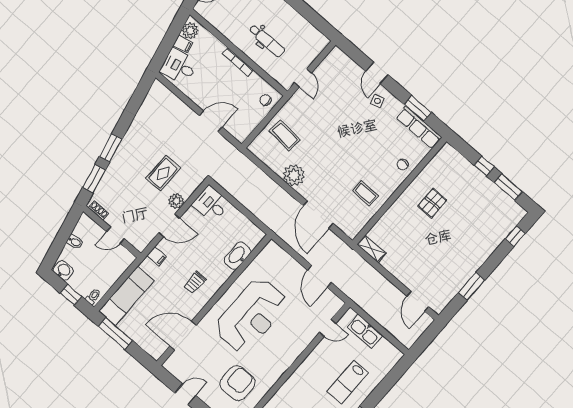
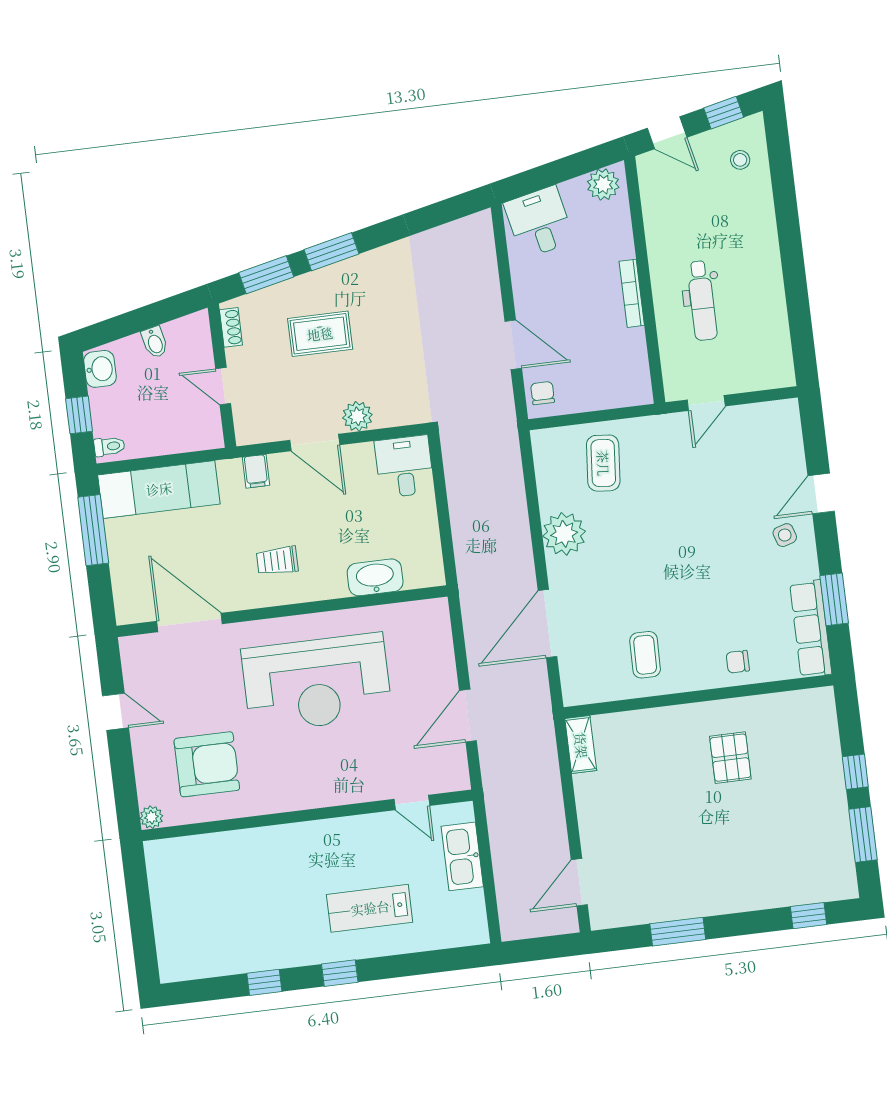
filing cabinet: (183, 44) -> (574, 195), removed
chair: (265, 100) -> (543, 393), moved
rug: (163, 173) -> (320, 334), moved
pallet: (432, 203) -> (730, 758), turned 90

